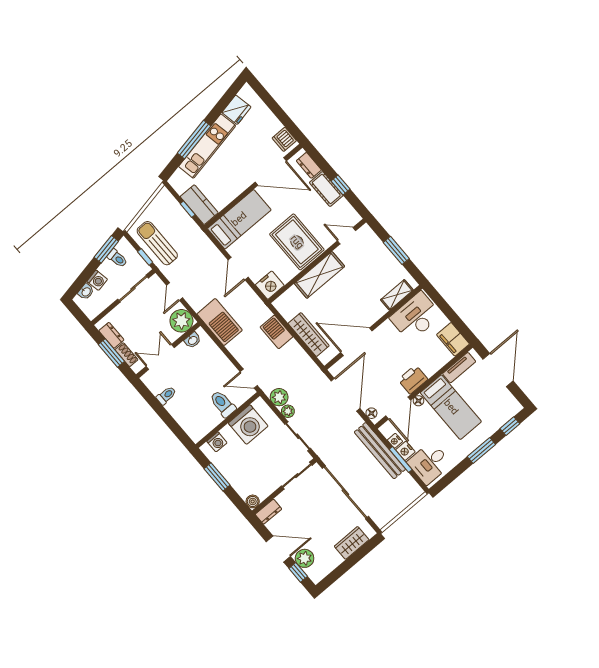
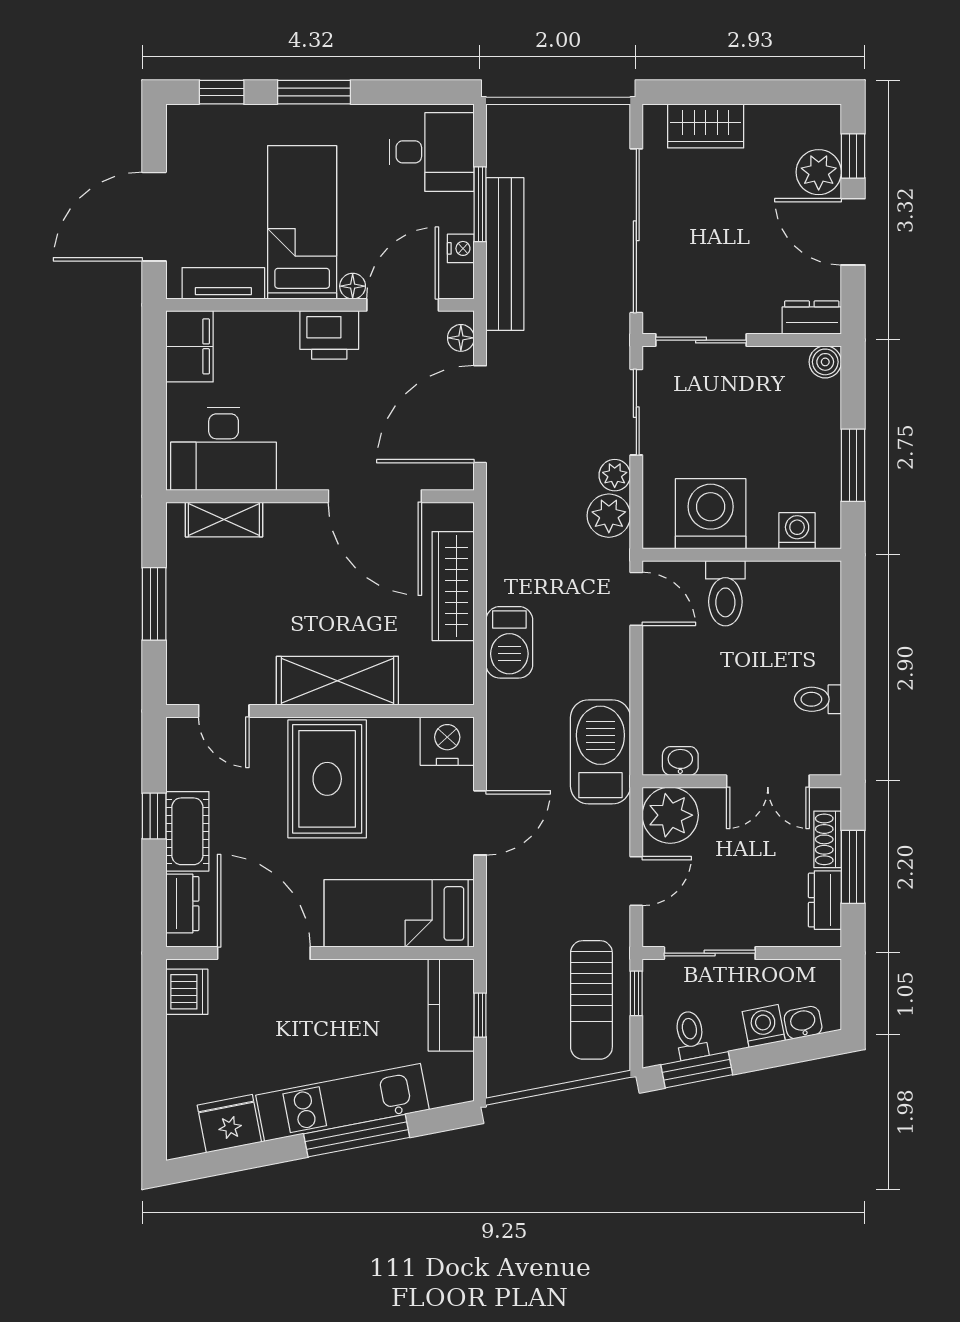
nightstand: (405, 451) -> (457, 213), removed

